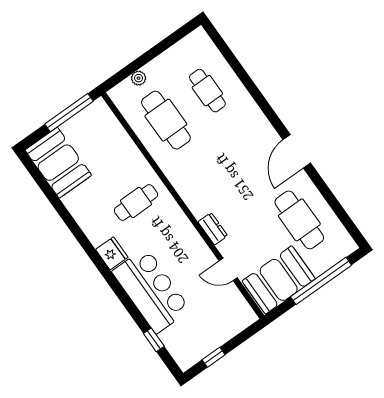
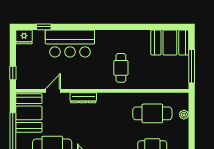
dresser: (213, 229) -> (83, 98), width x1.44
fridge: (112, 253) -> (24, 37), moved
window: (214, 357) -> (13, 73), moved

